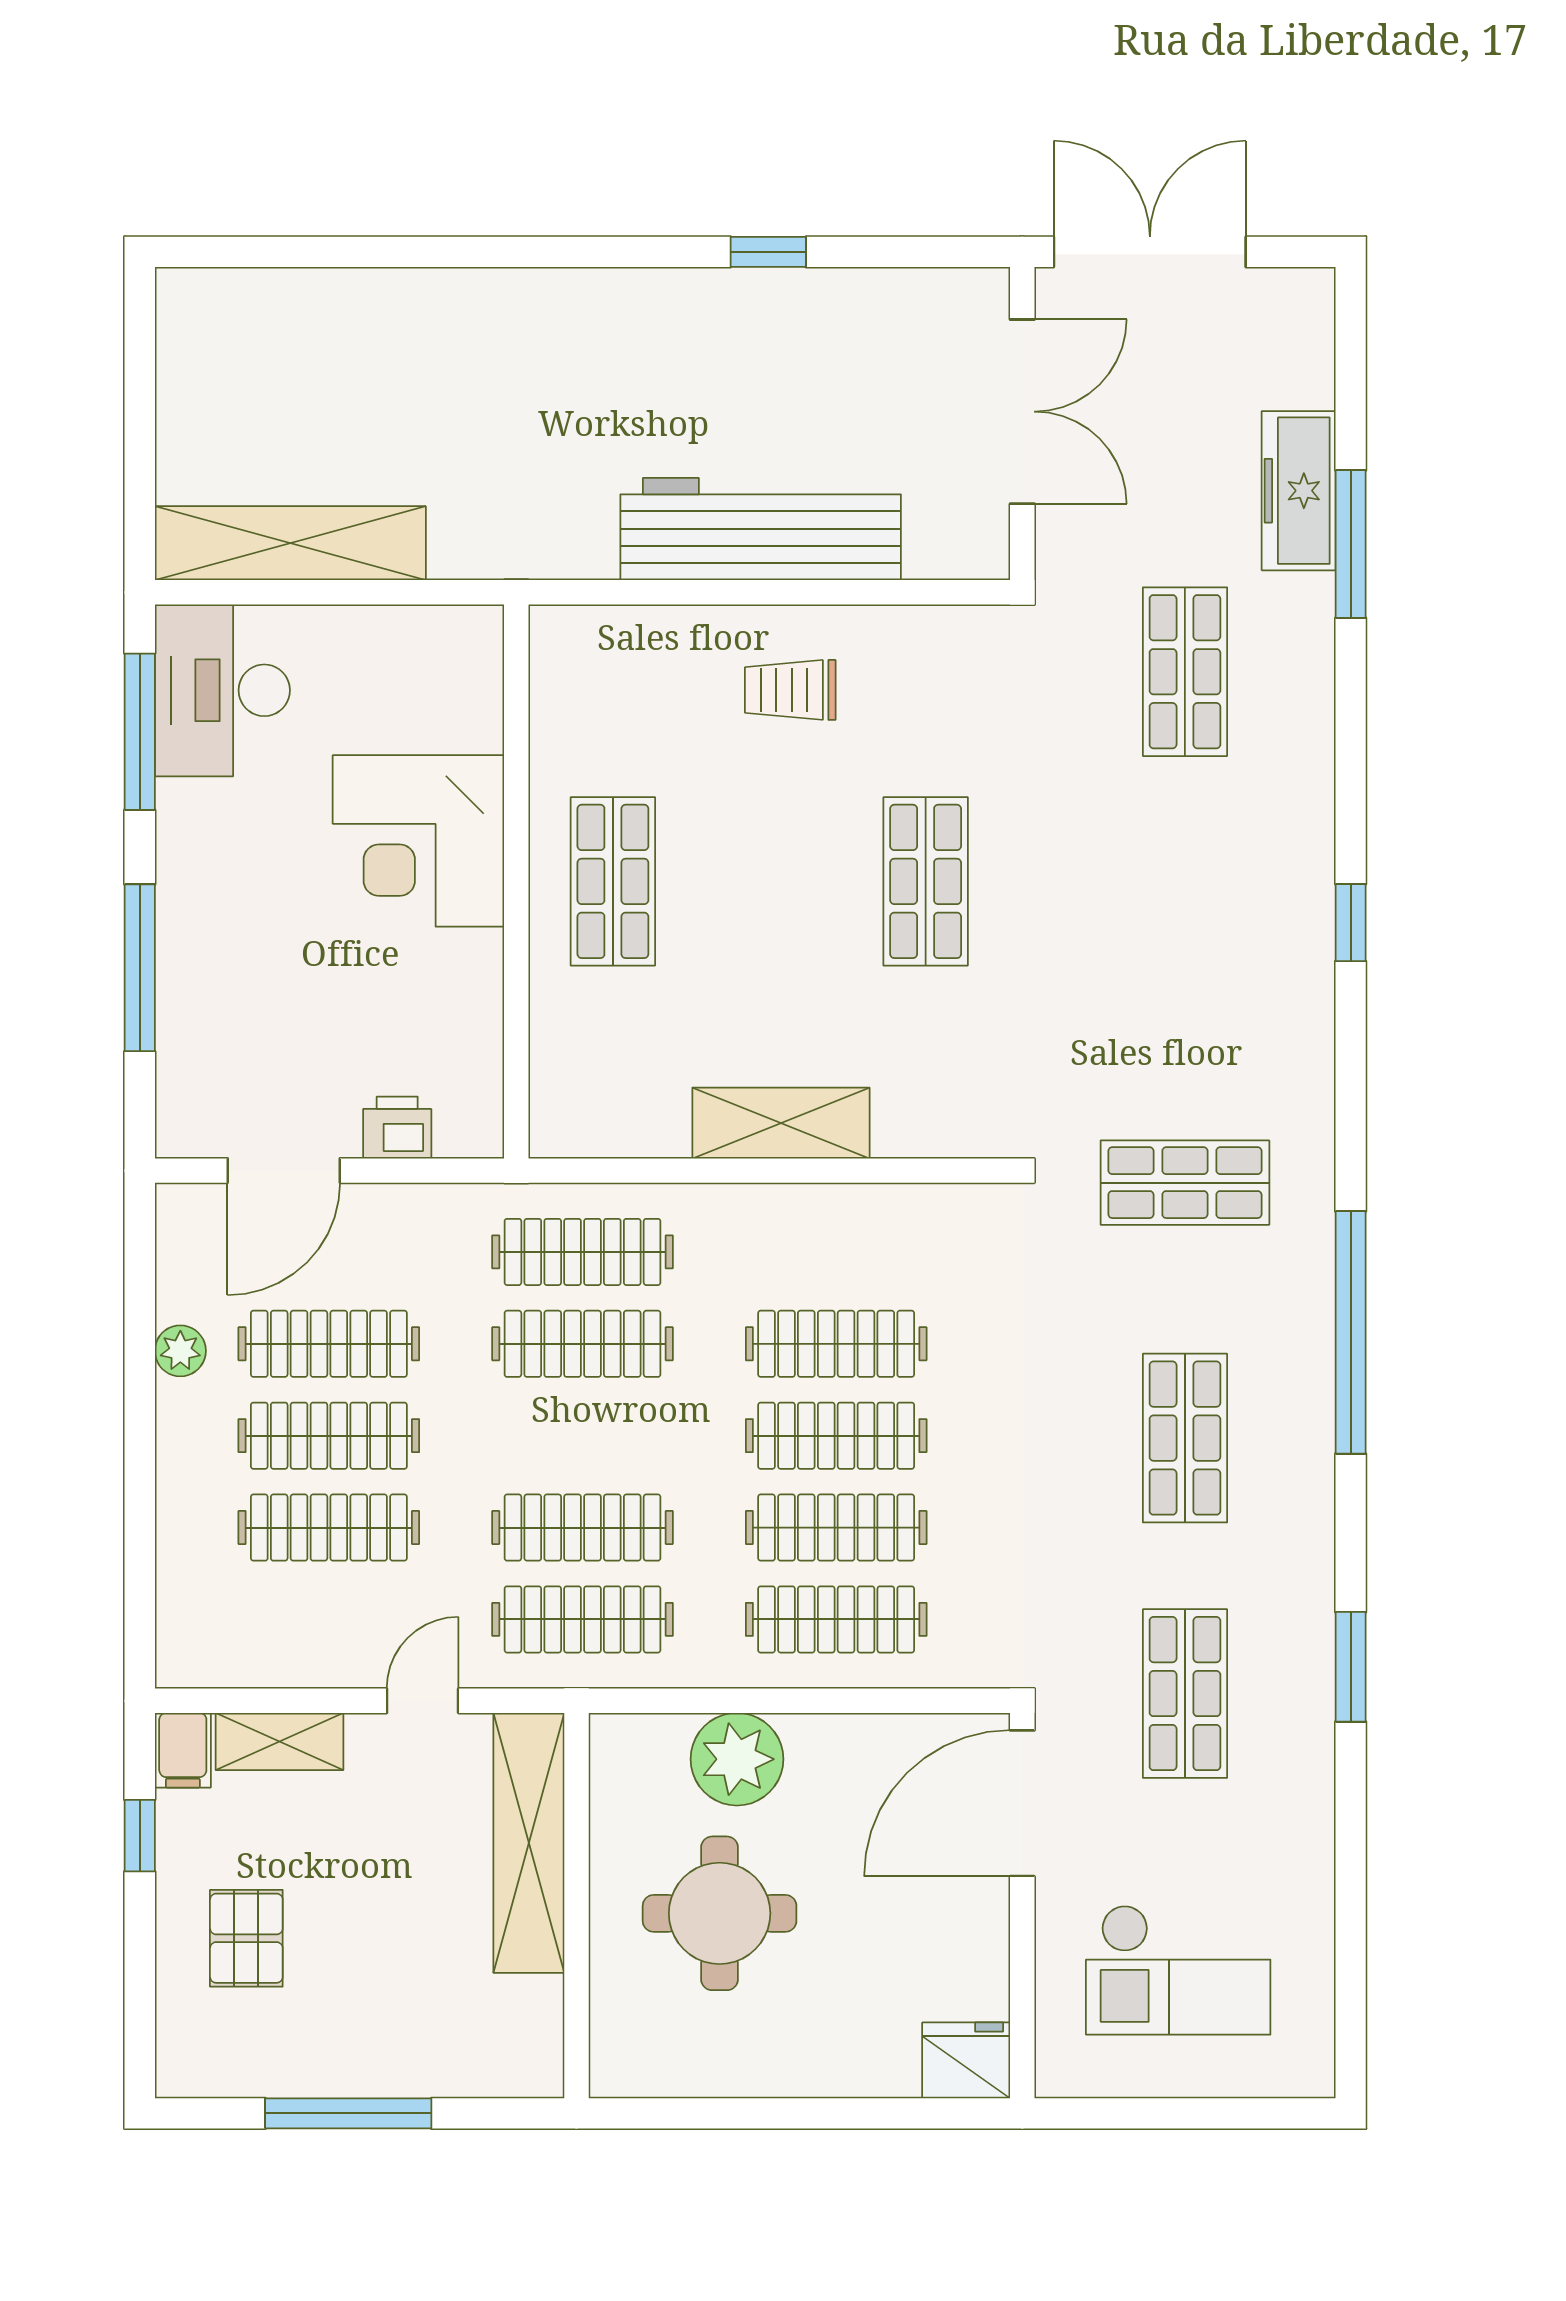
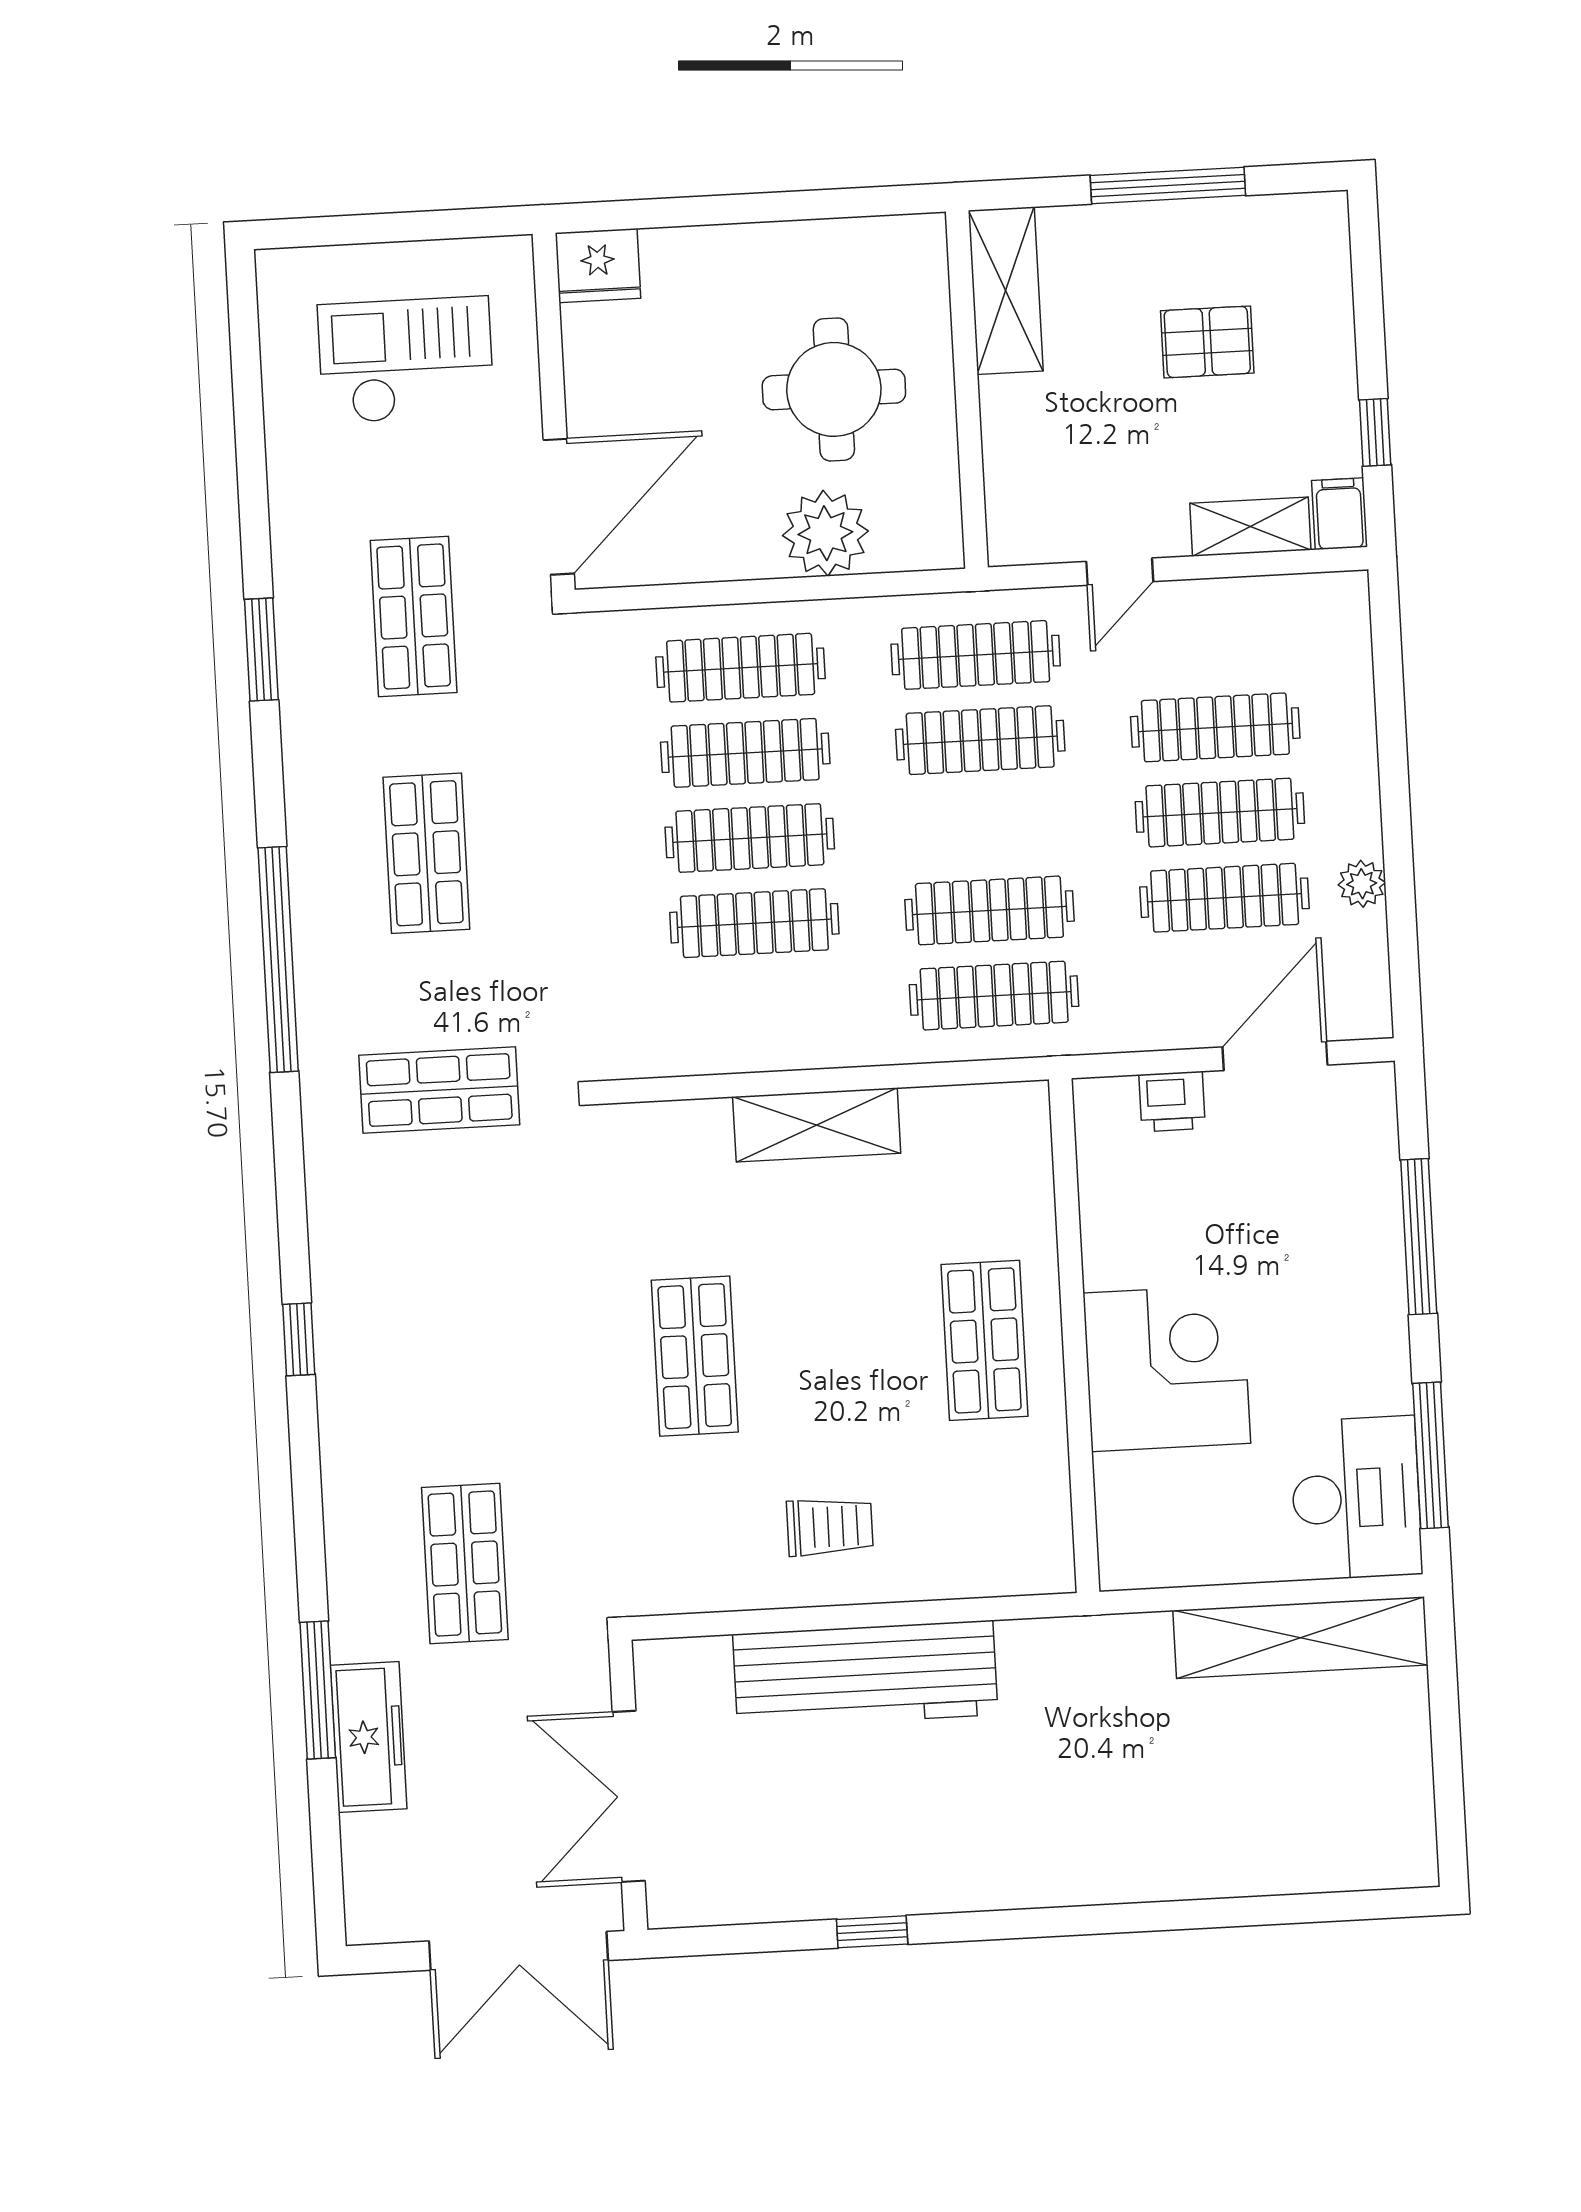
shelving: (529, 1843) -> (1006, 291), moved, width x0.68
pallet: (246, 1938) -> (1207, 342), moved, turned 90

